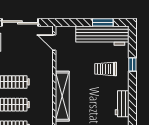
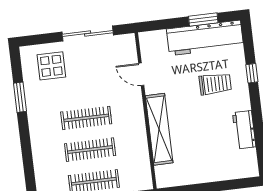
door: (54, 43) -> (141, 74), moved
trolley: (106, 69) -> (215, 84), turned 180

